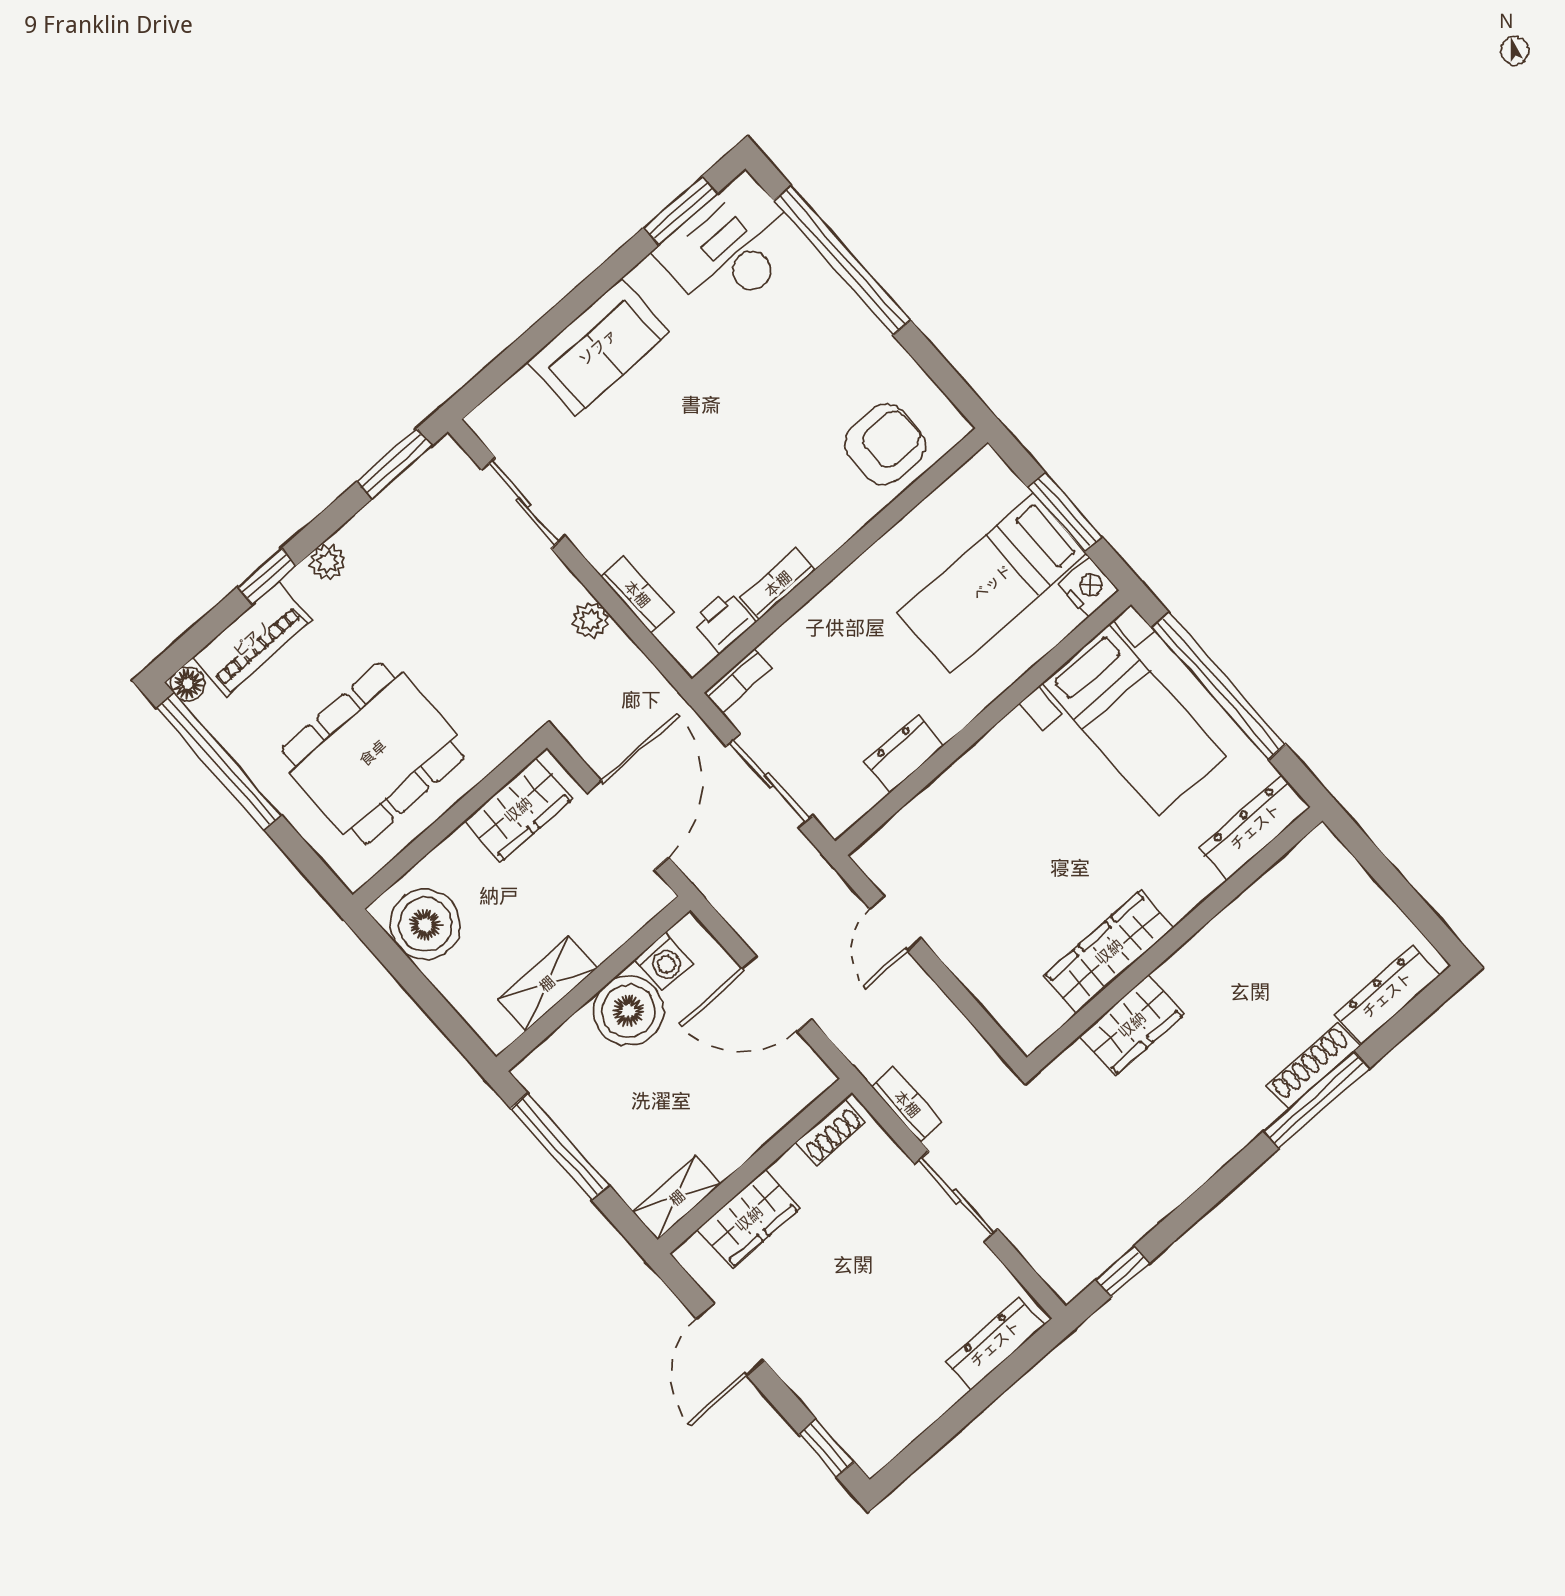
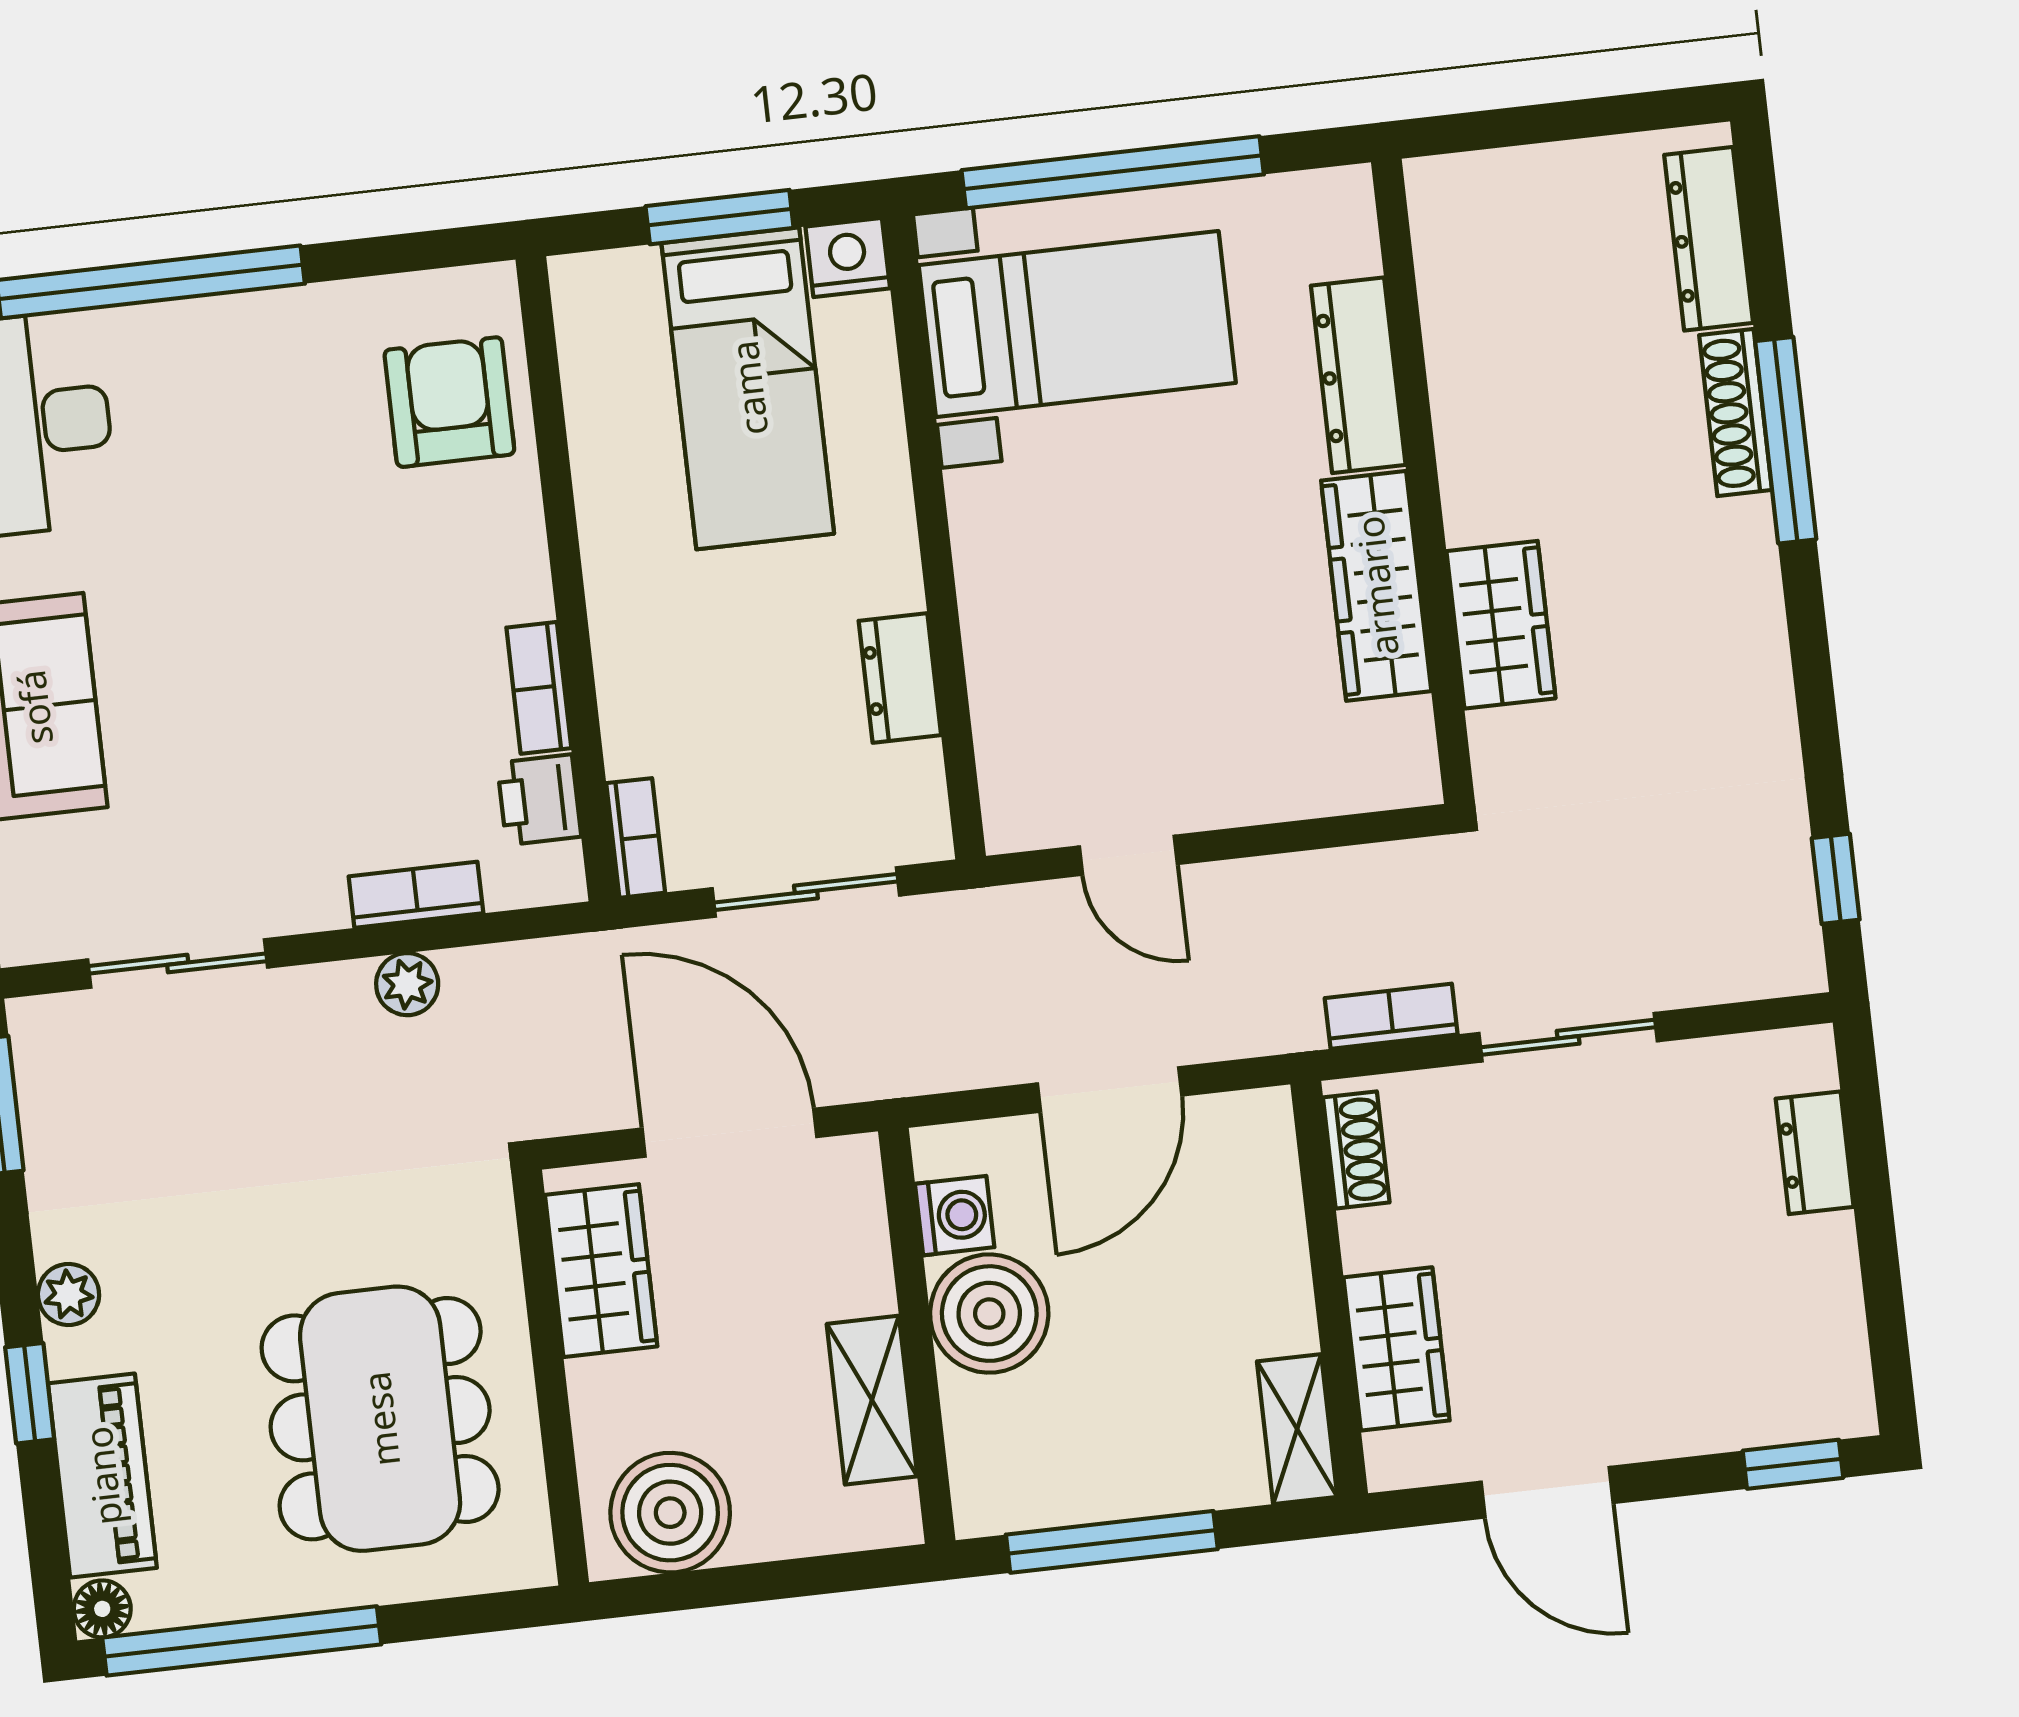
dresser: (1255, 827) -> (1358, 375), moved
dresser: (995, 1344) -> (1815, 1153), width x0.70

